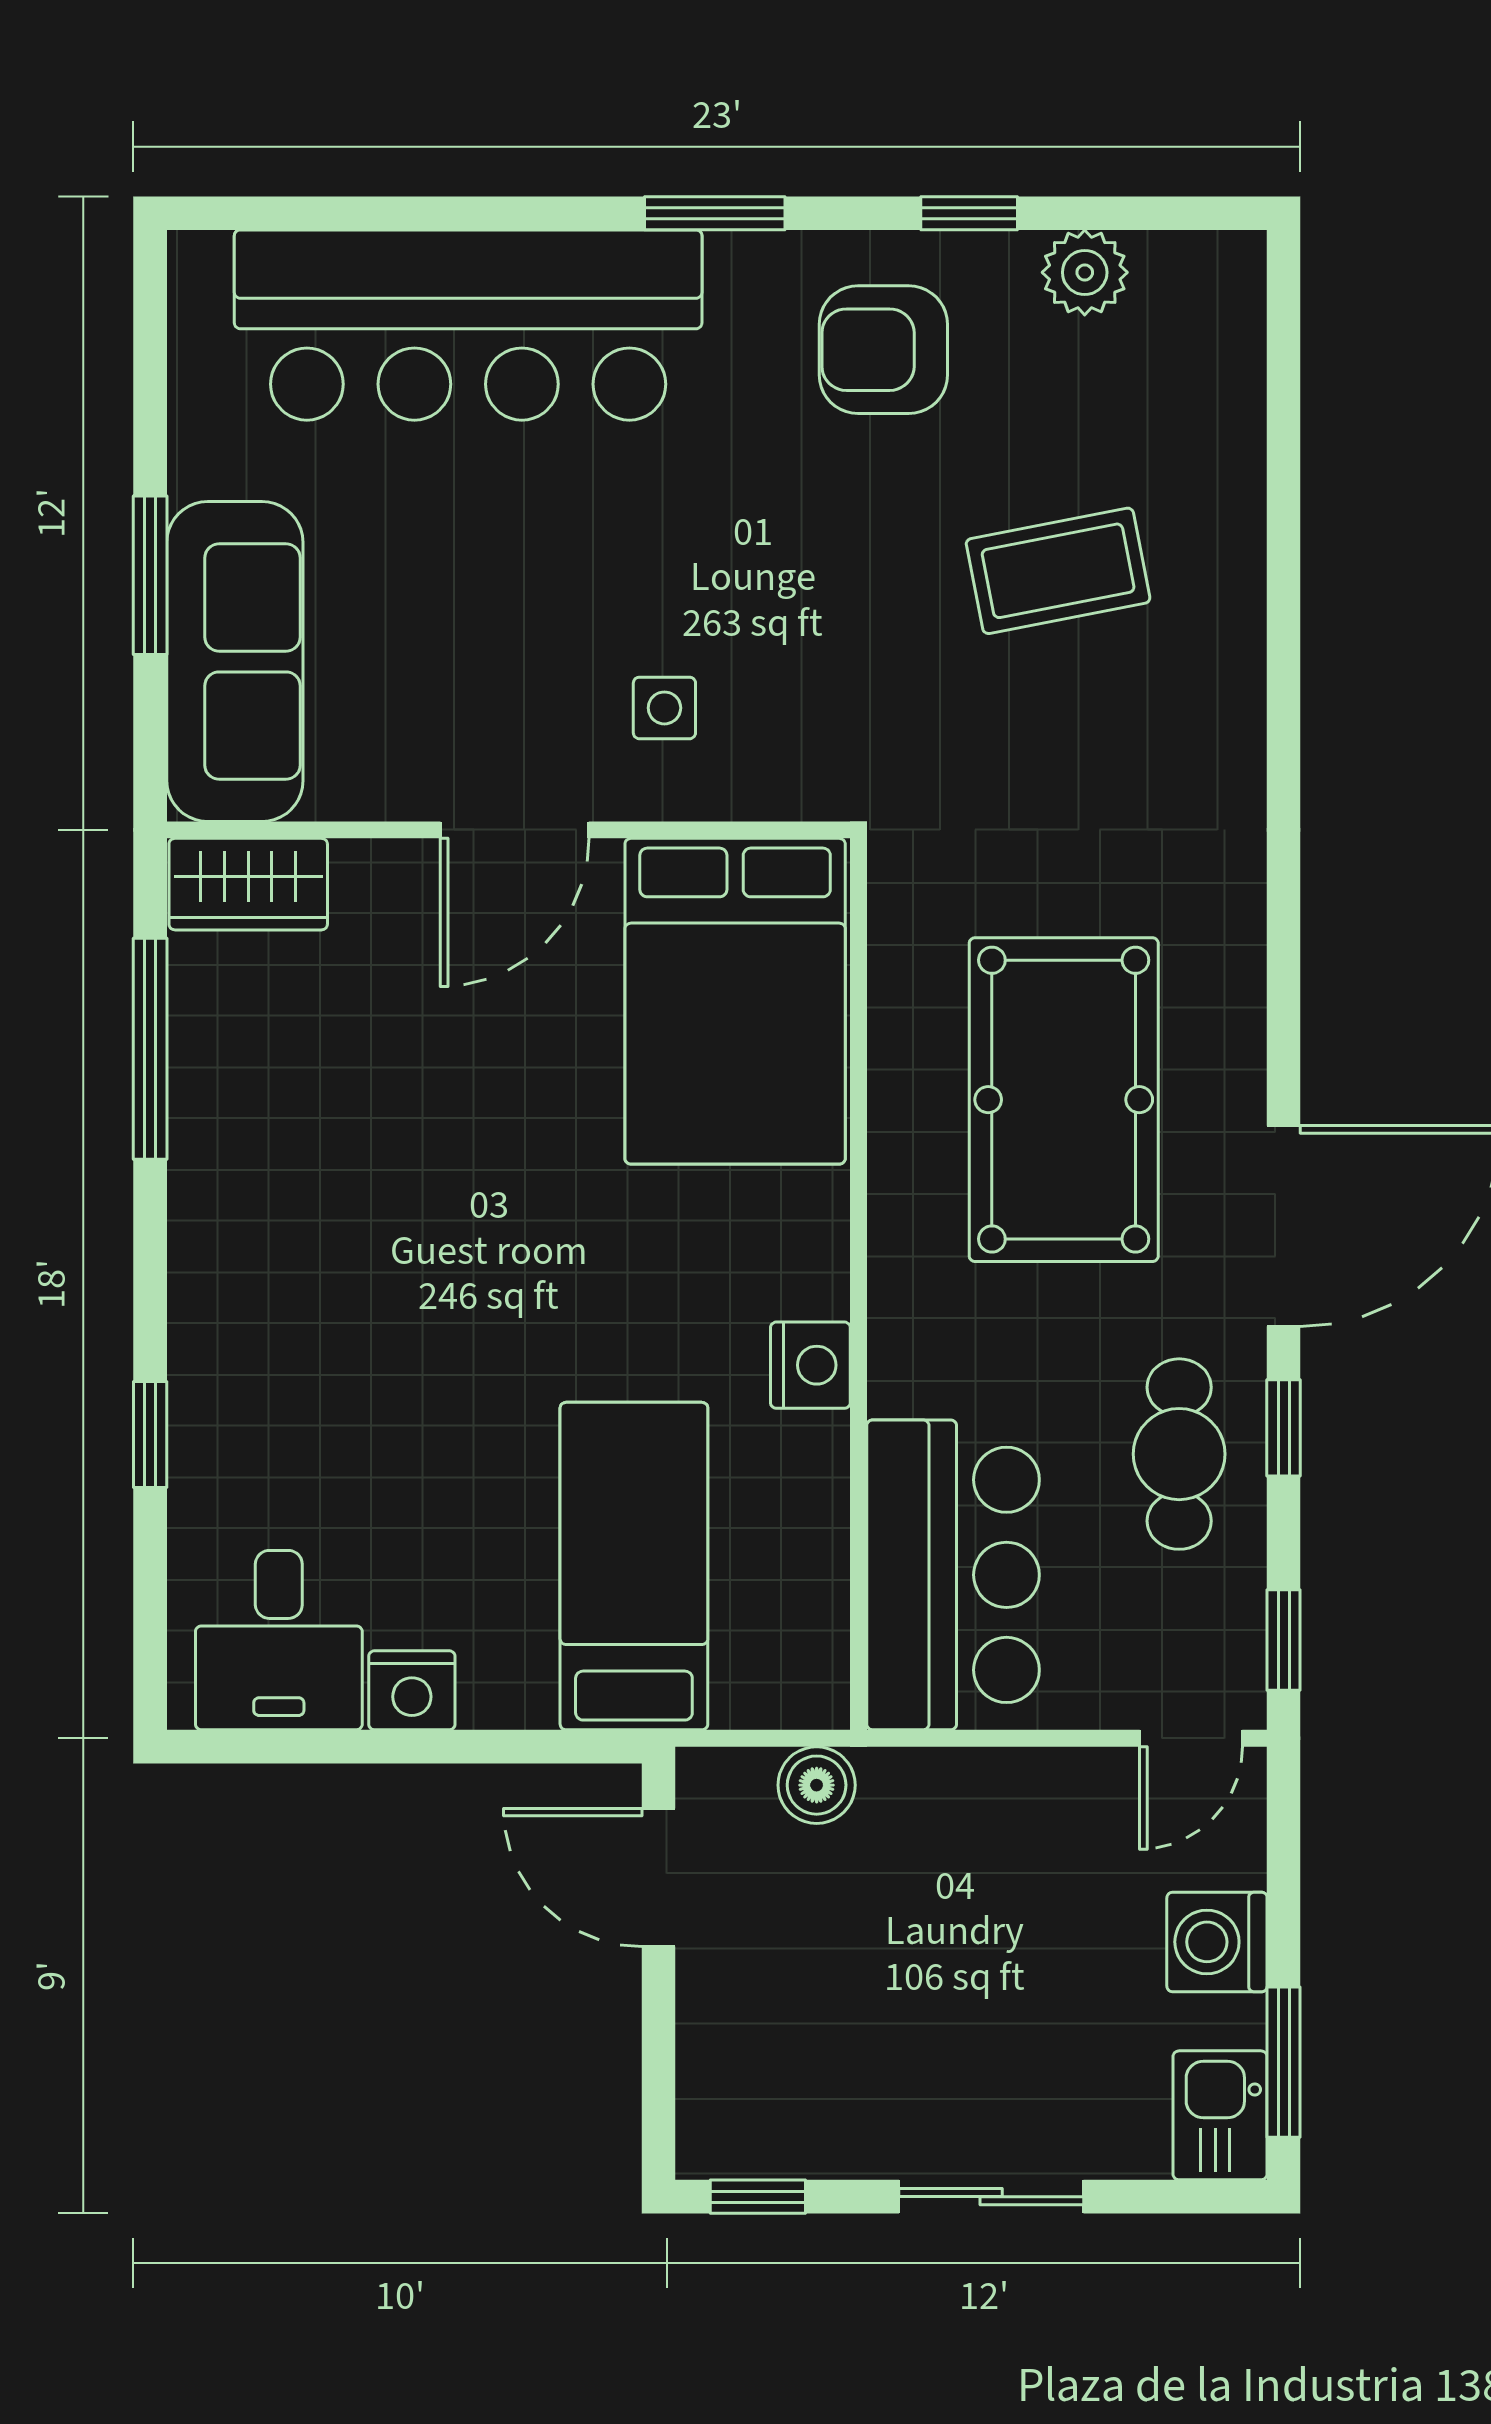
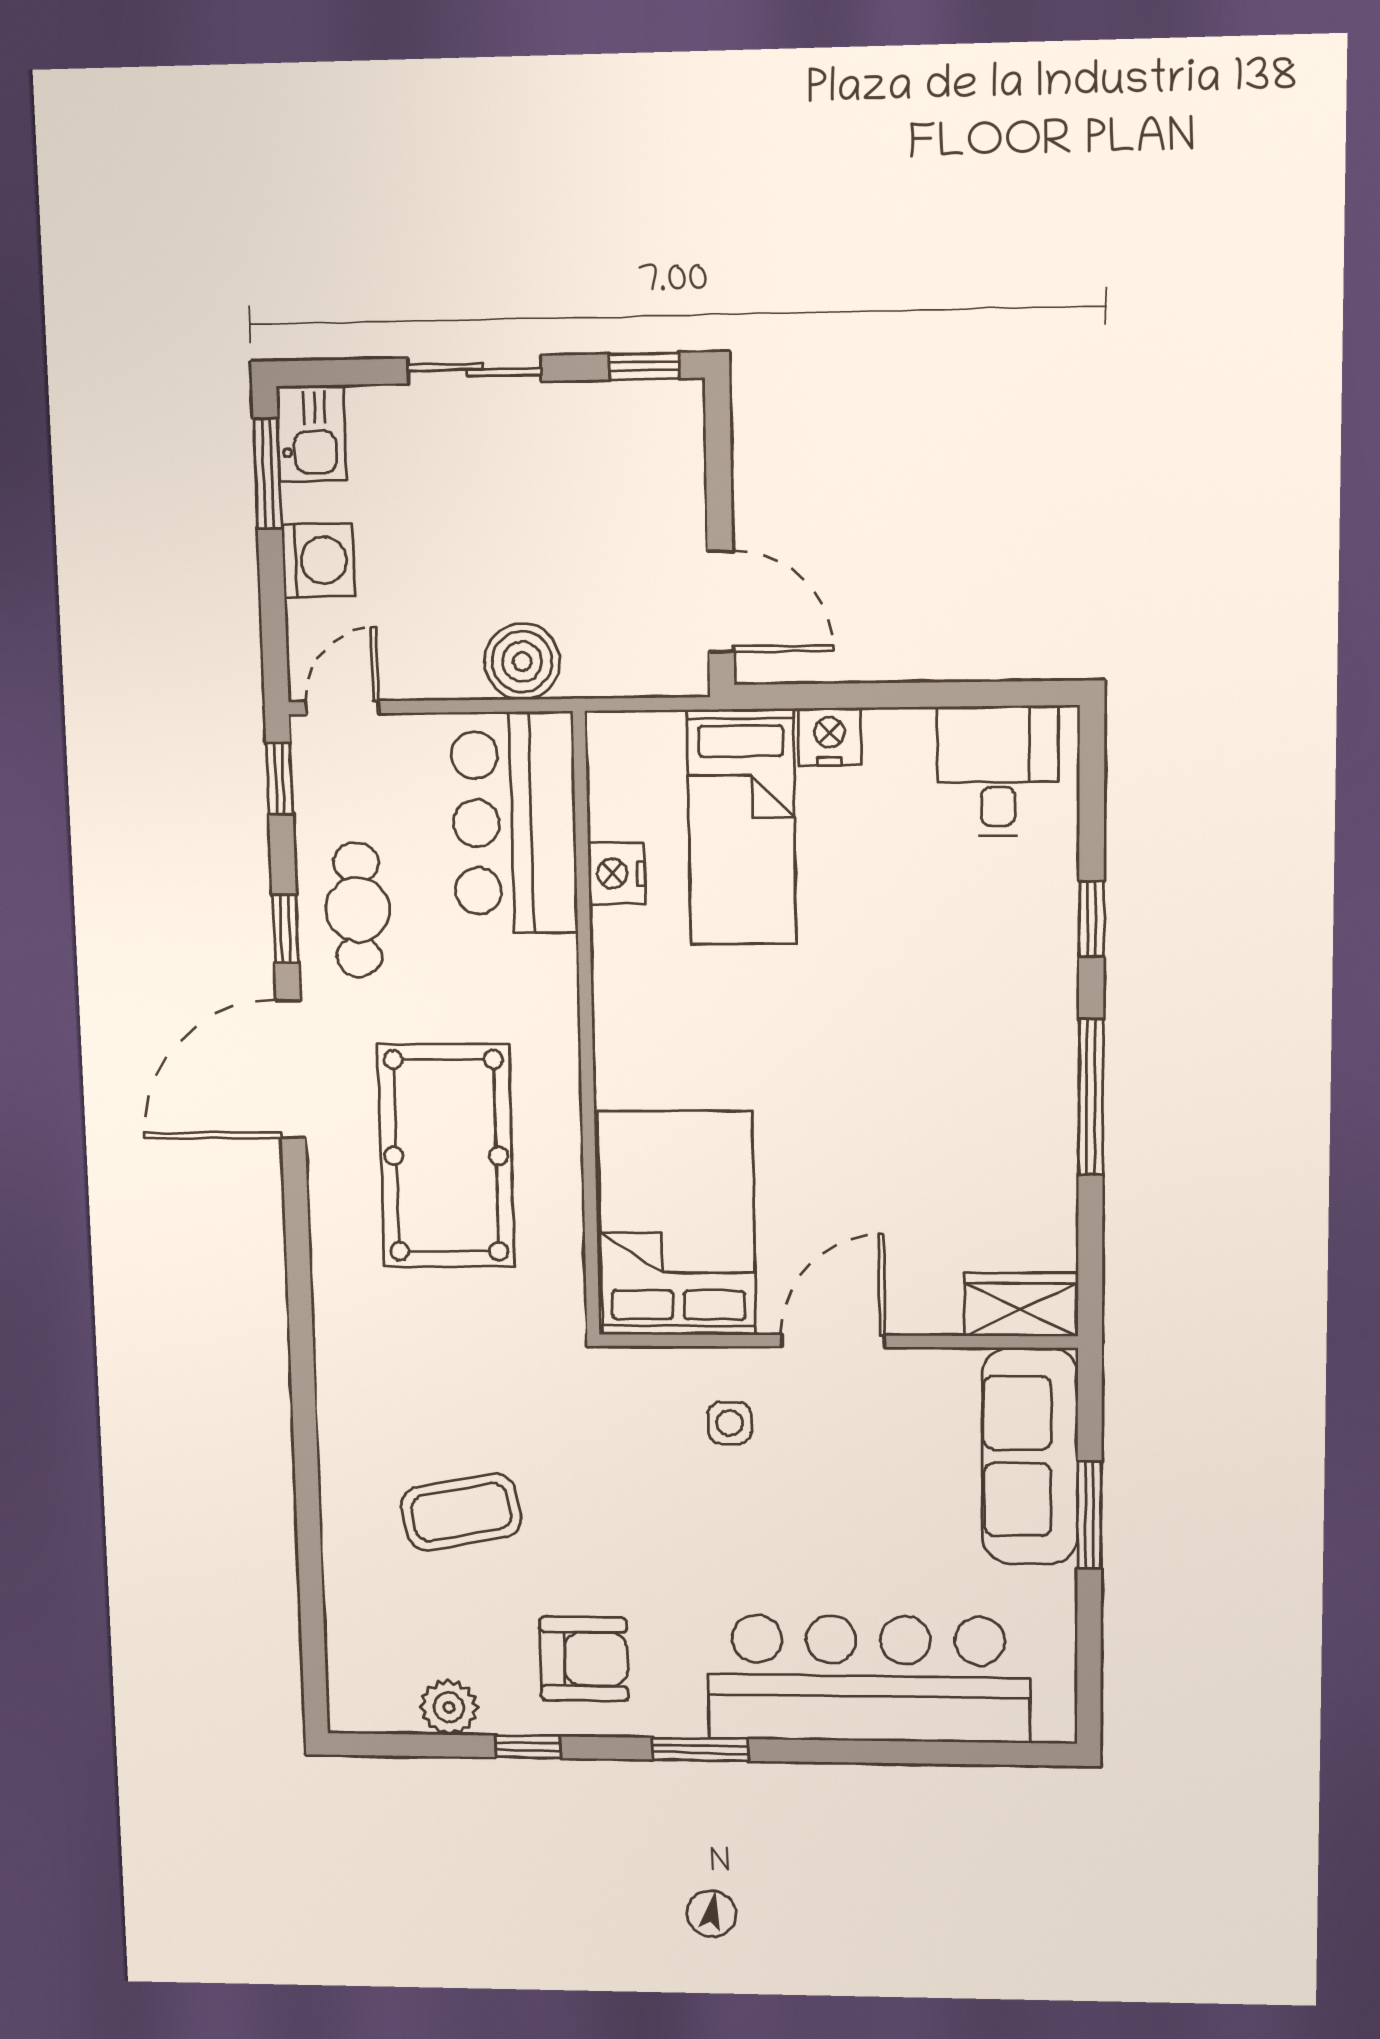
window: (150, 1049) -> (1091, 1097), moved
nightstand: (810, 1365) -> (617, 873), moved
nightstand: (412, 1690) -> (830, 737), moved
boiler: (817, 1785) -> (522, 662), moved, width x1.36, depth x1.36

